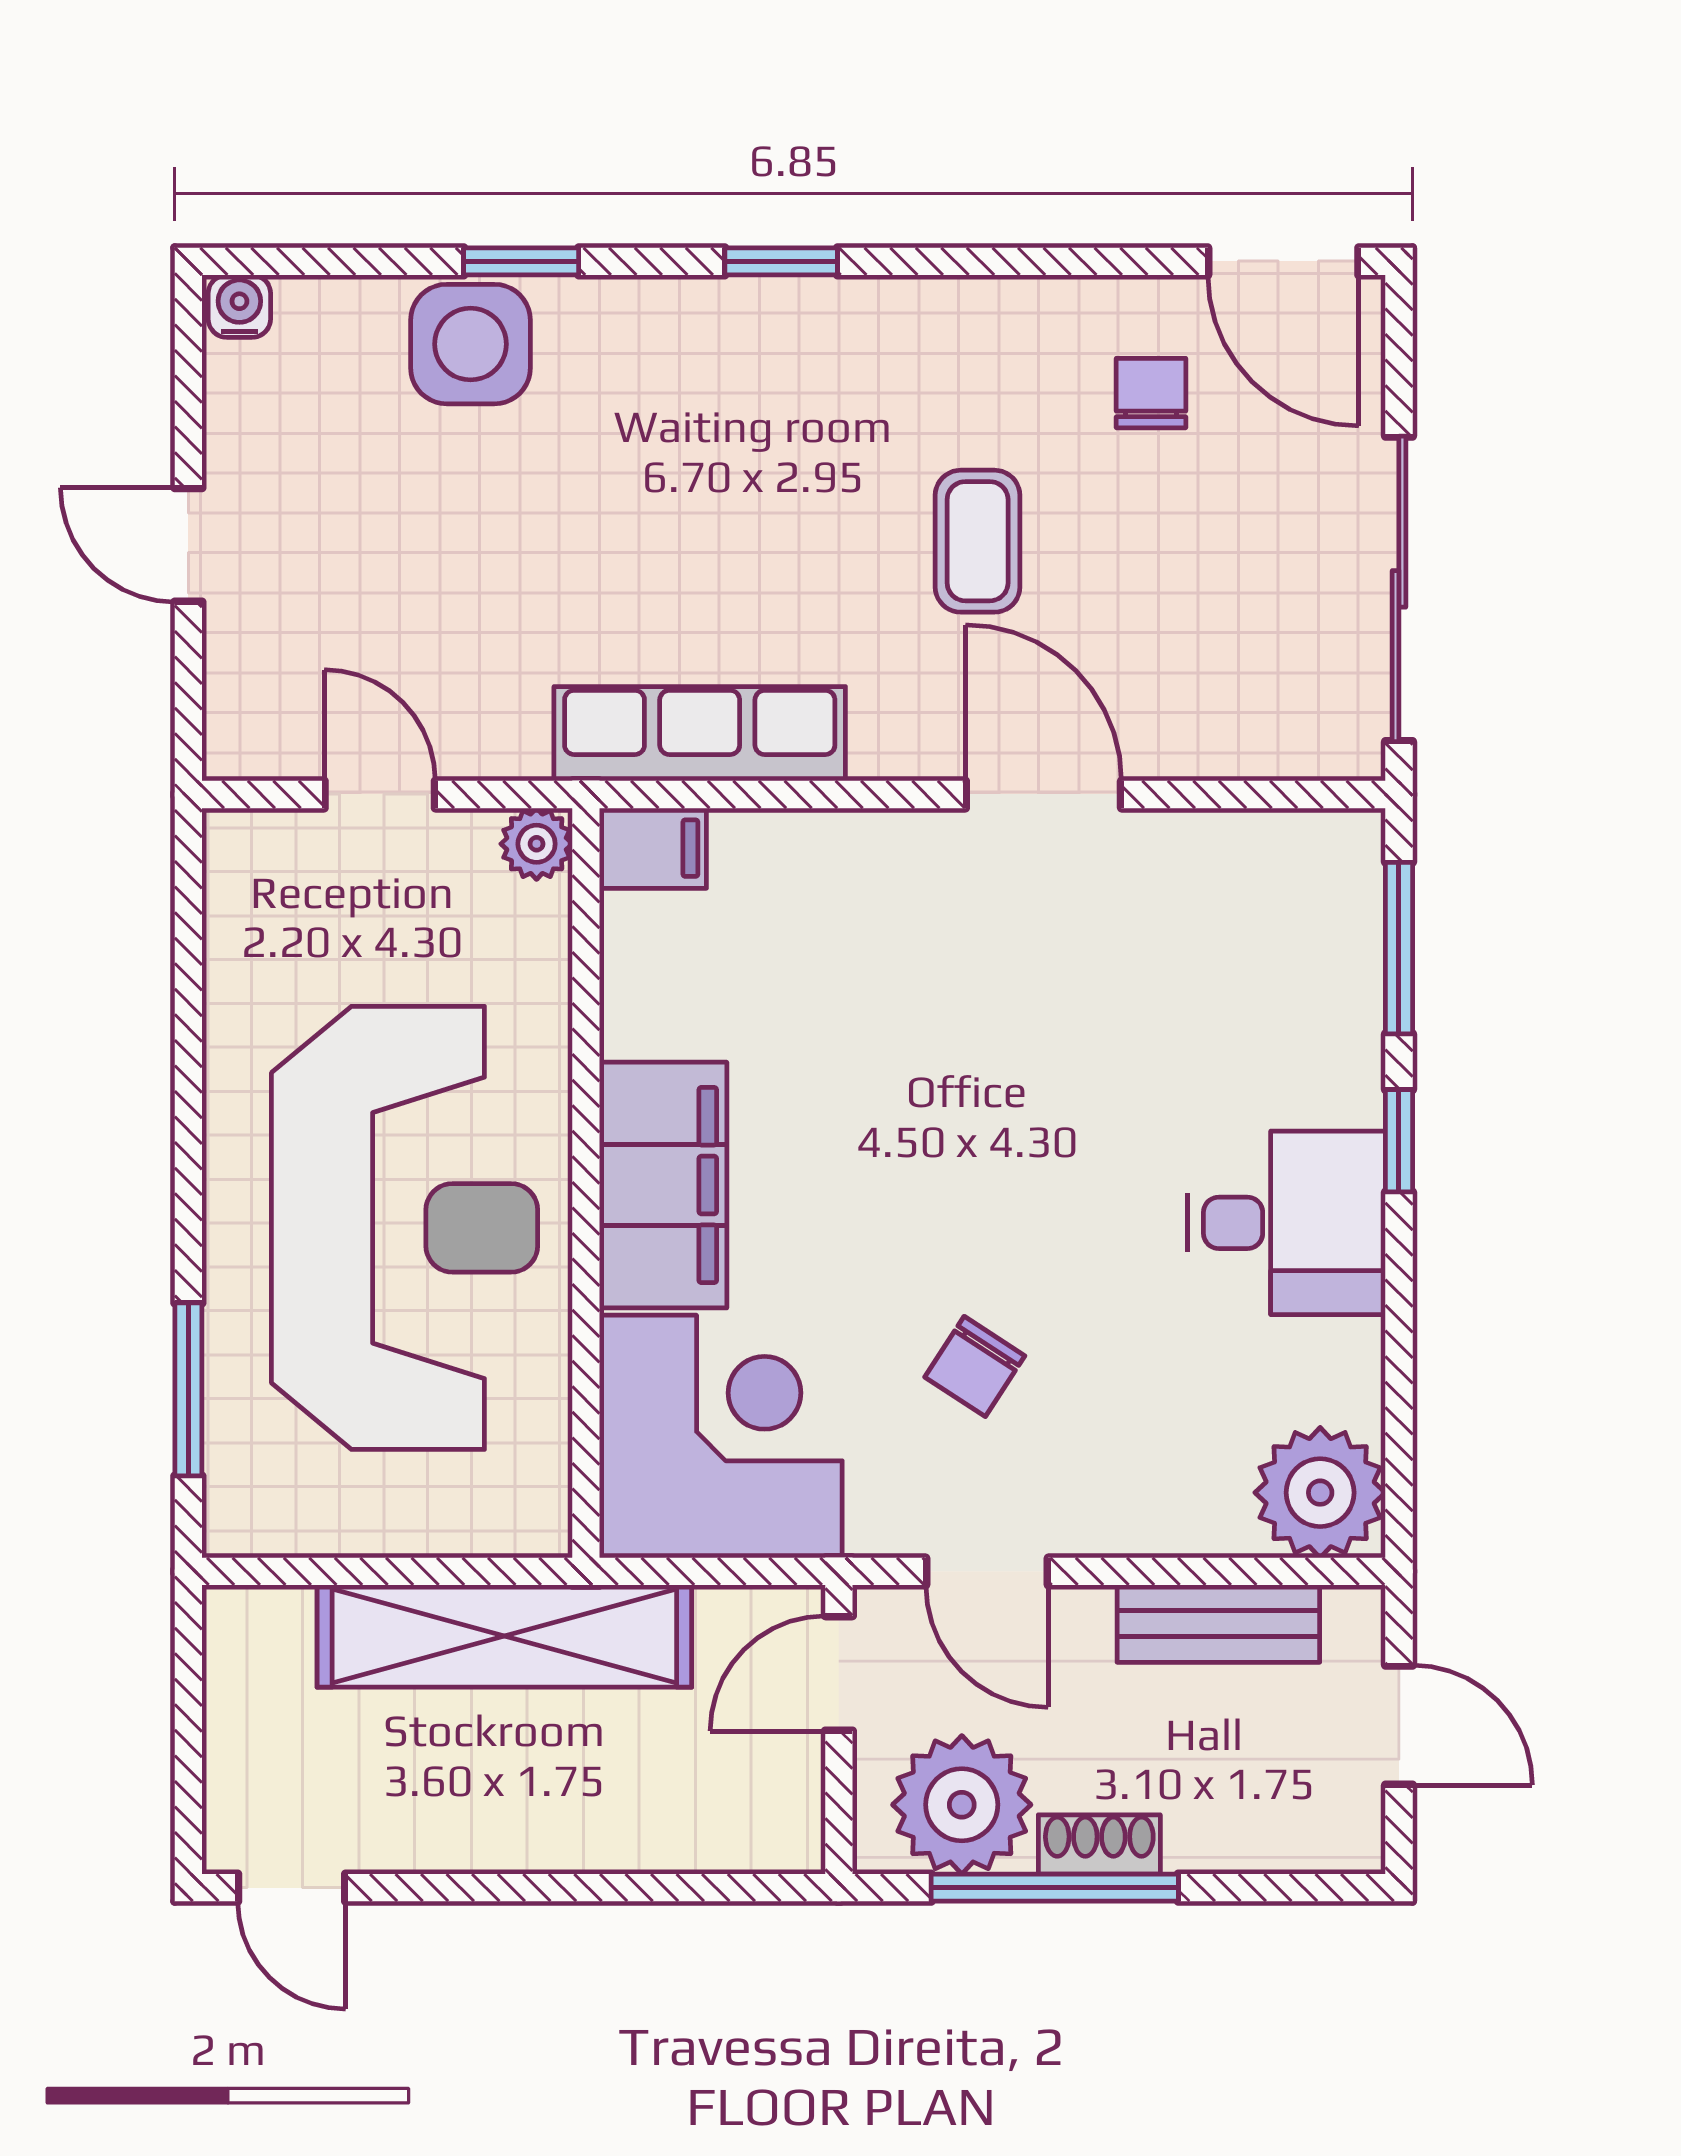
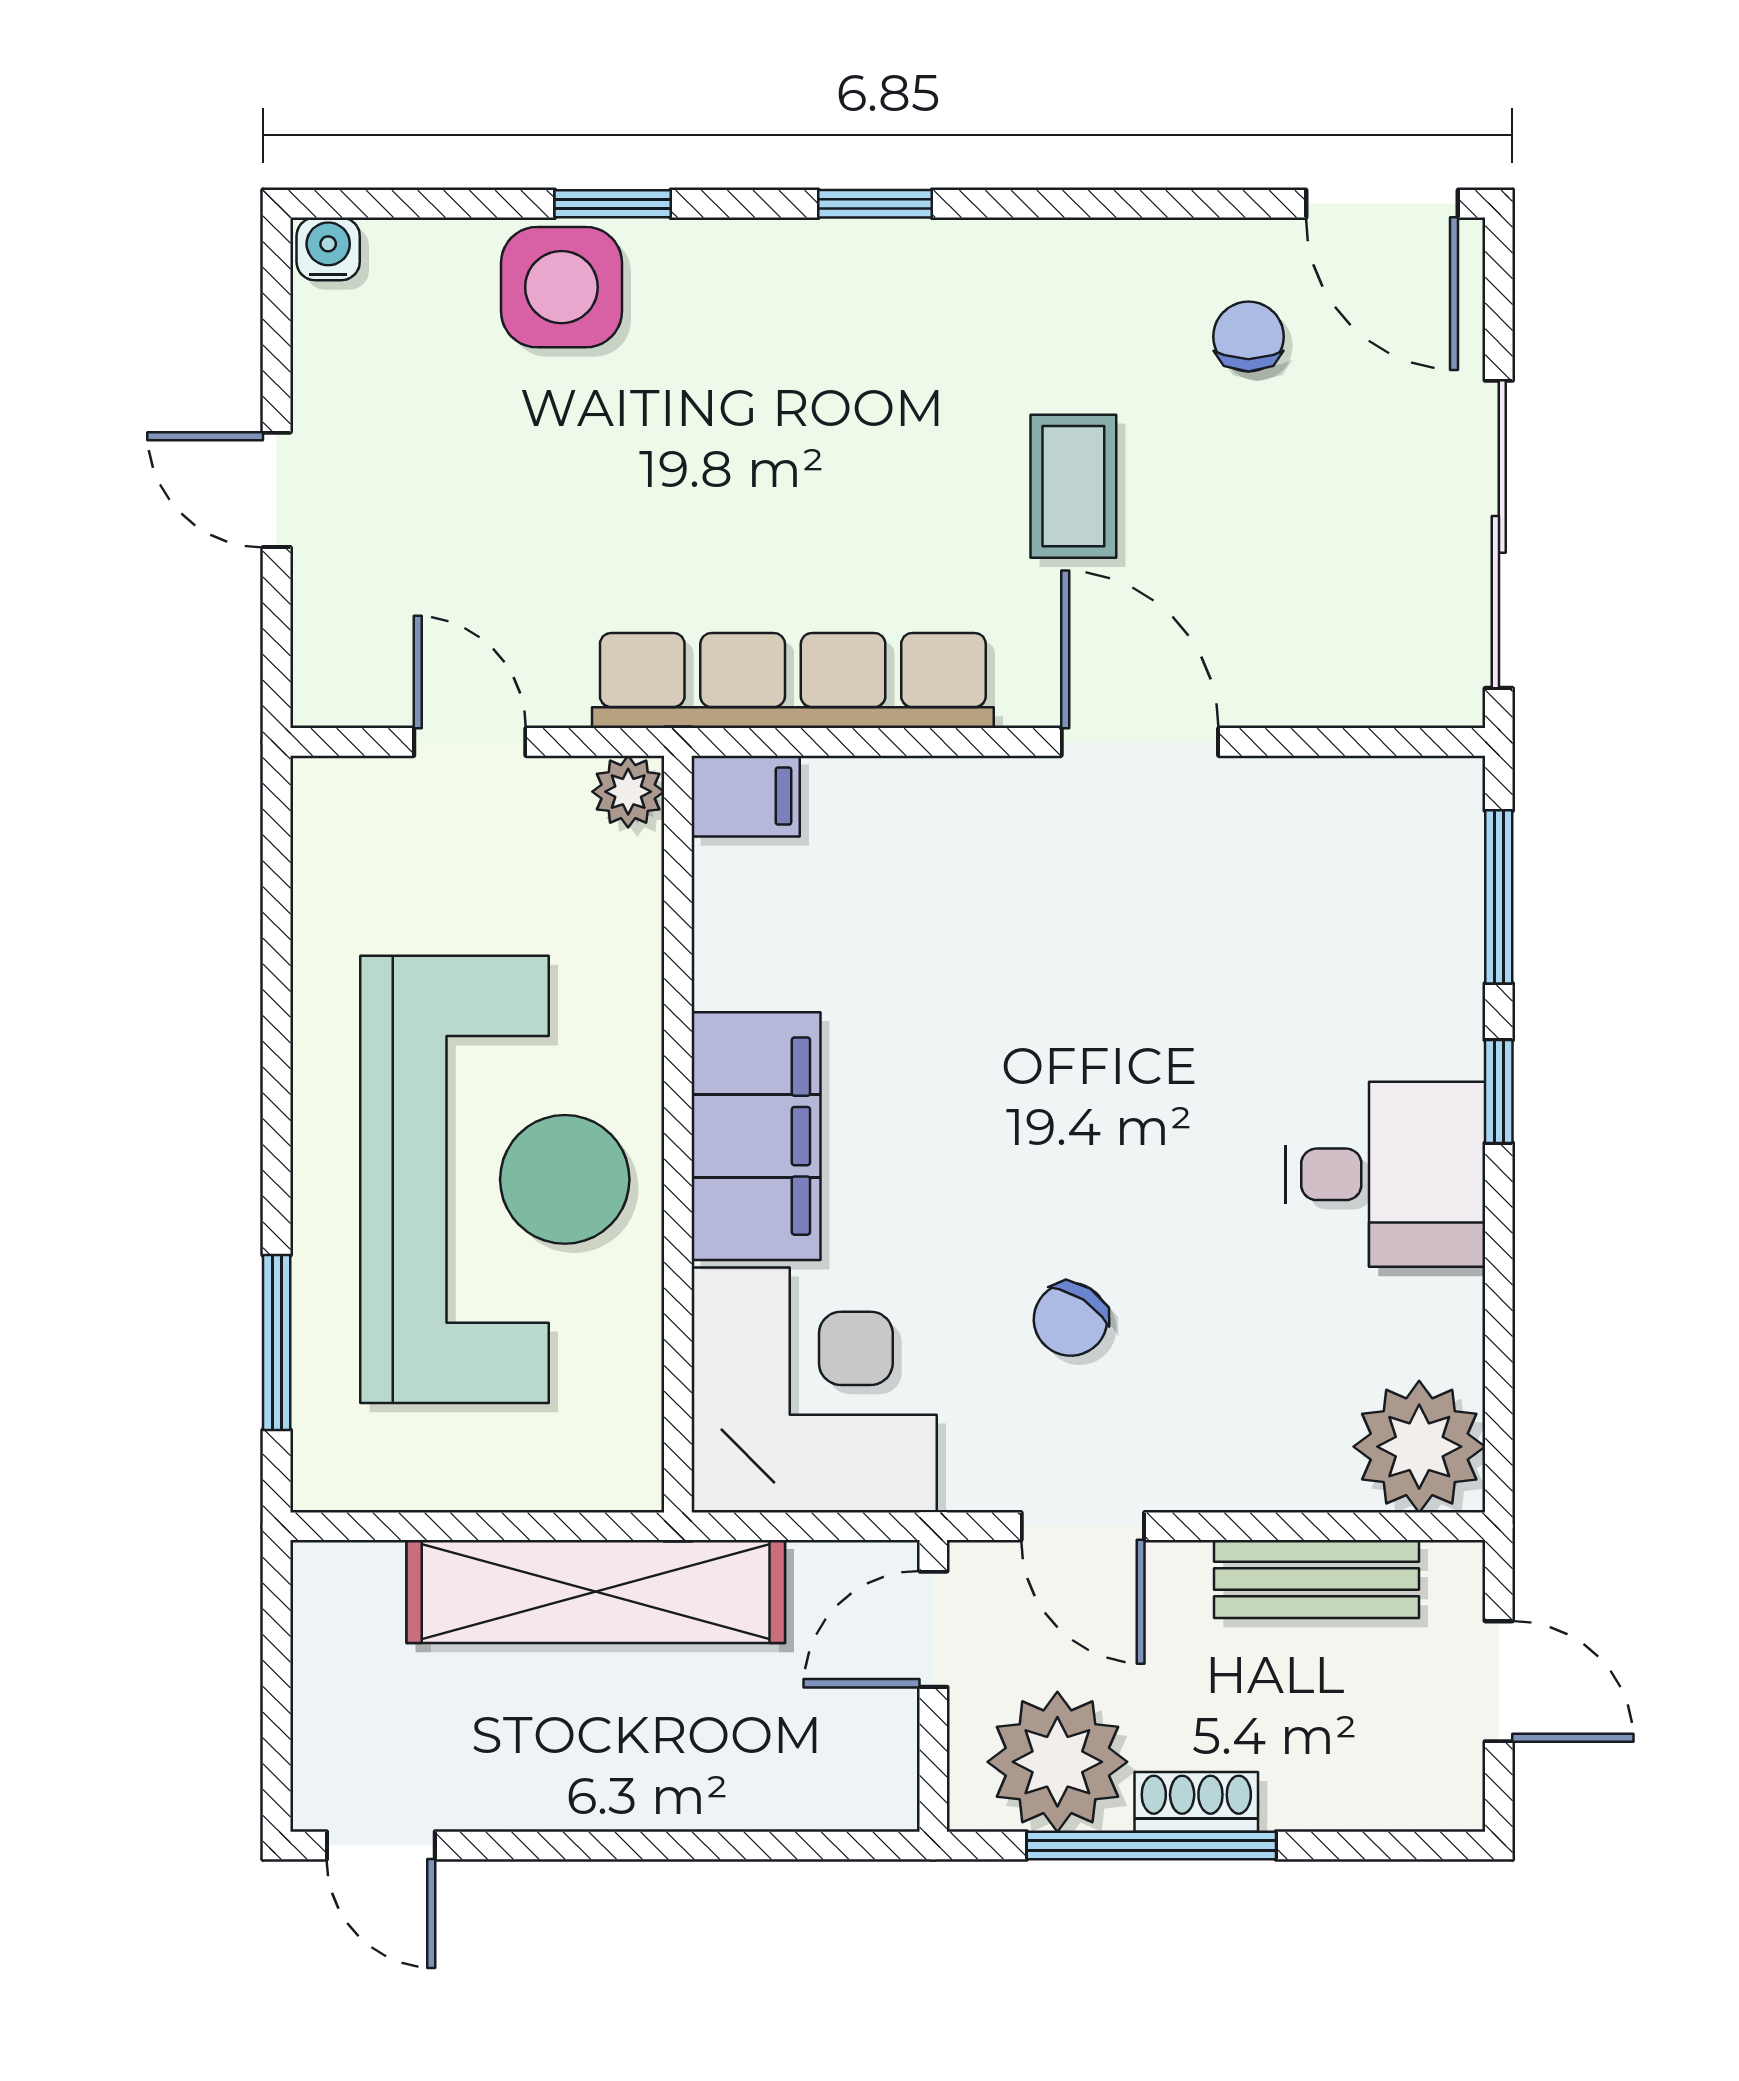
row of seats: (700, 734) -> (793, 681), width x1.36

